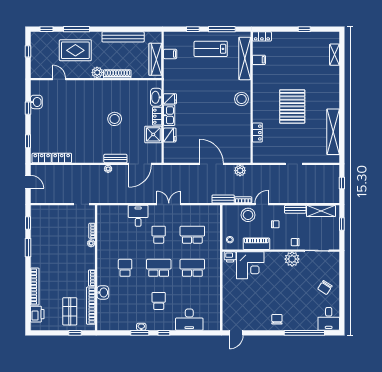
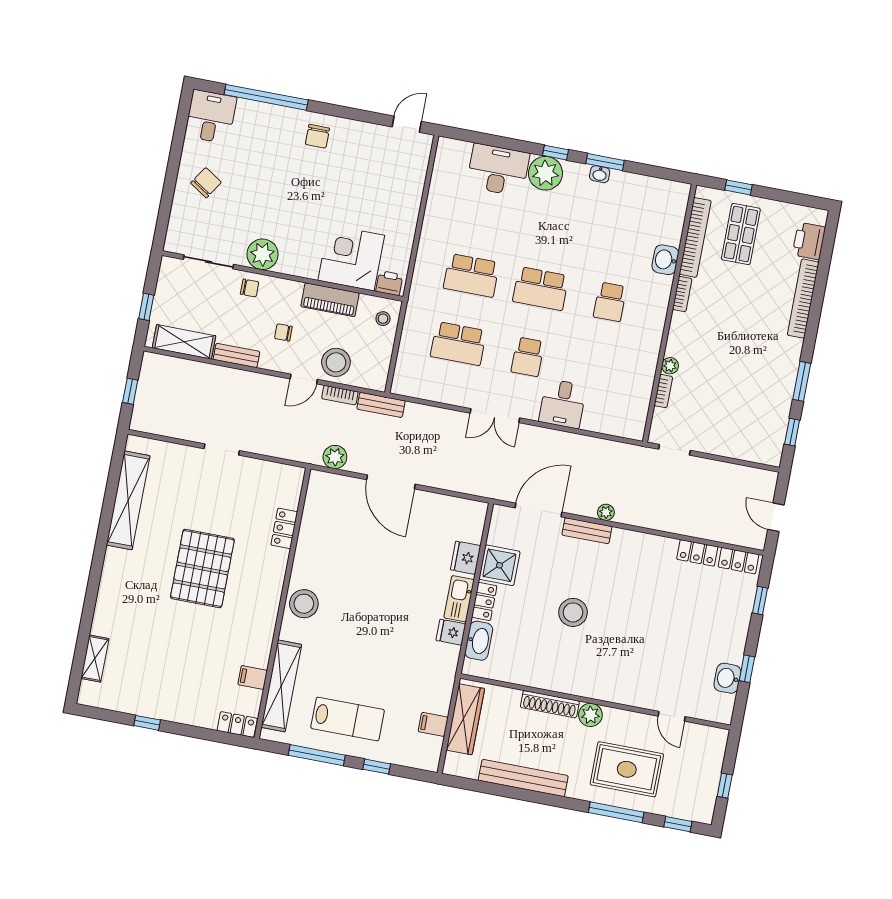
school desk: (159, 301) -> (554, 220), removed
plant: (167, 322) -> (545, 173), added

